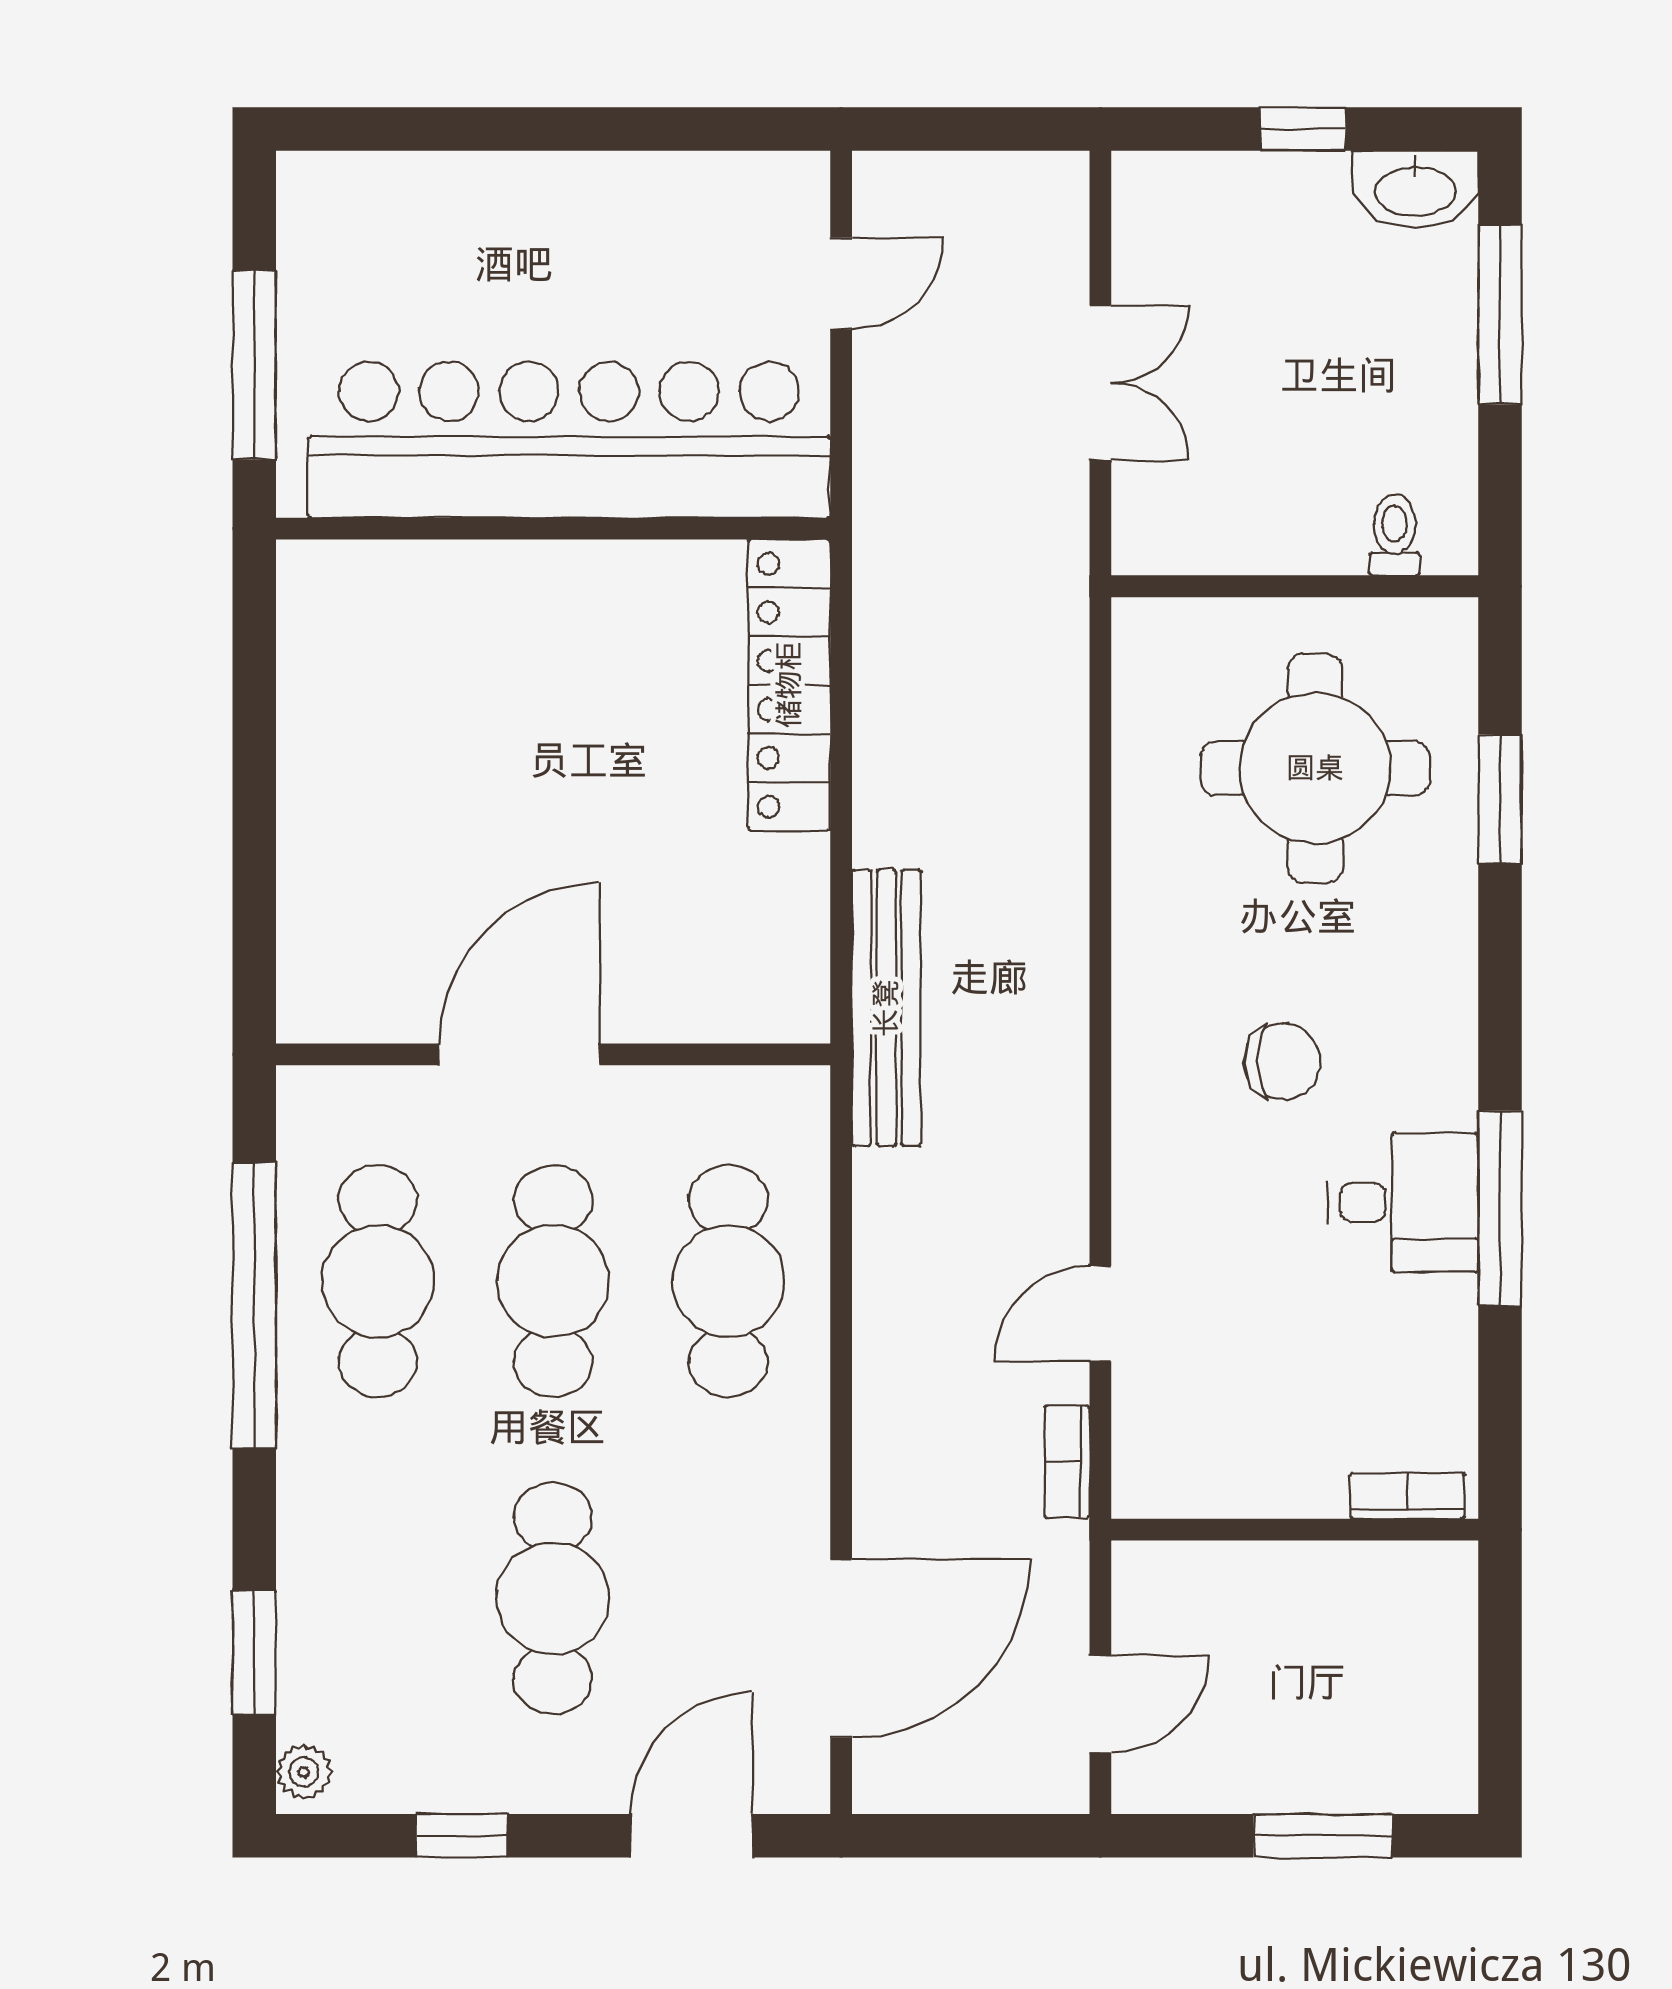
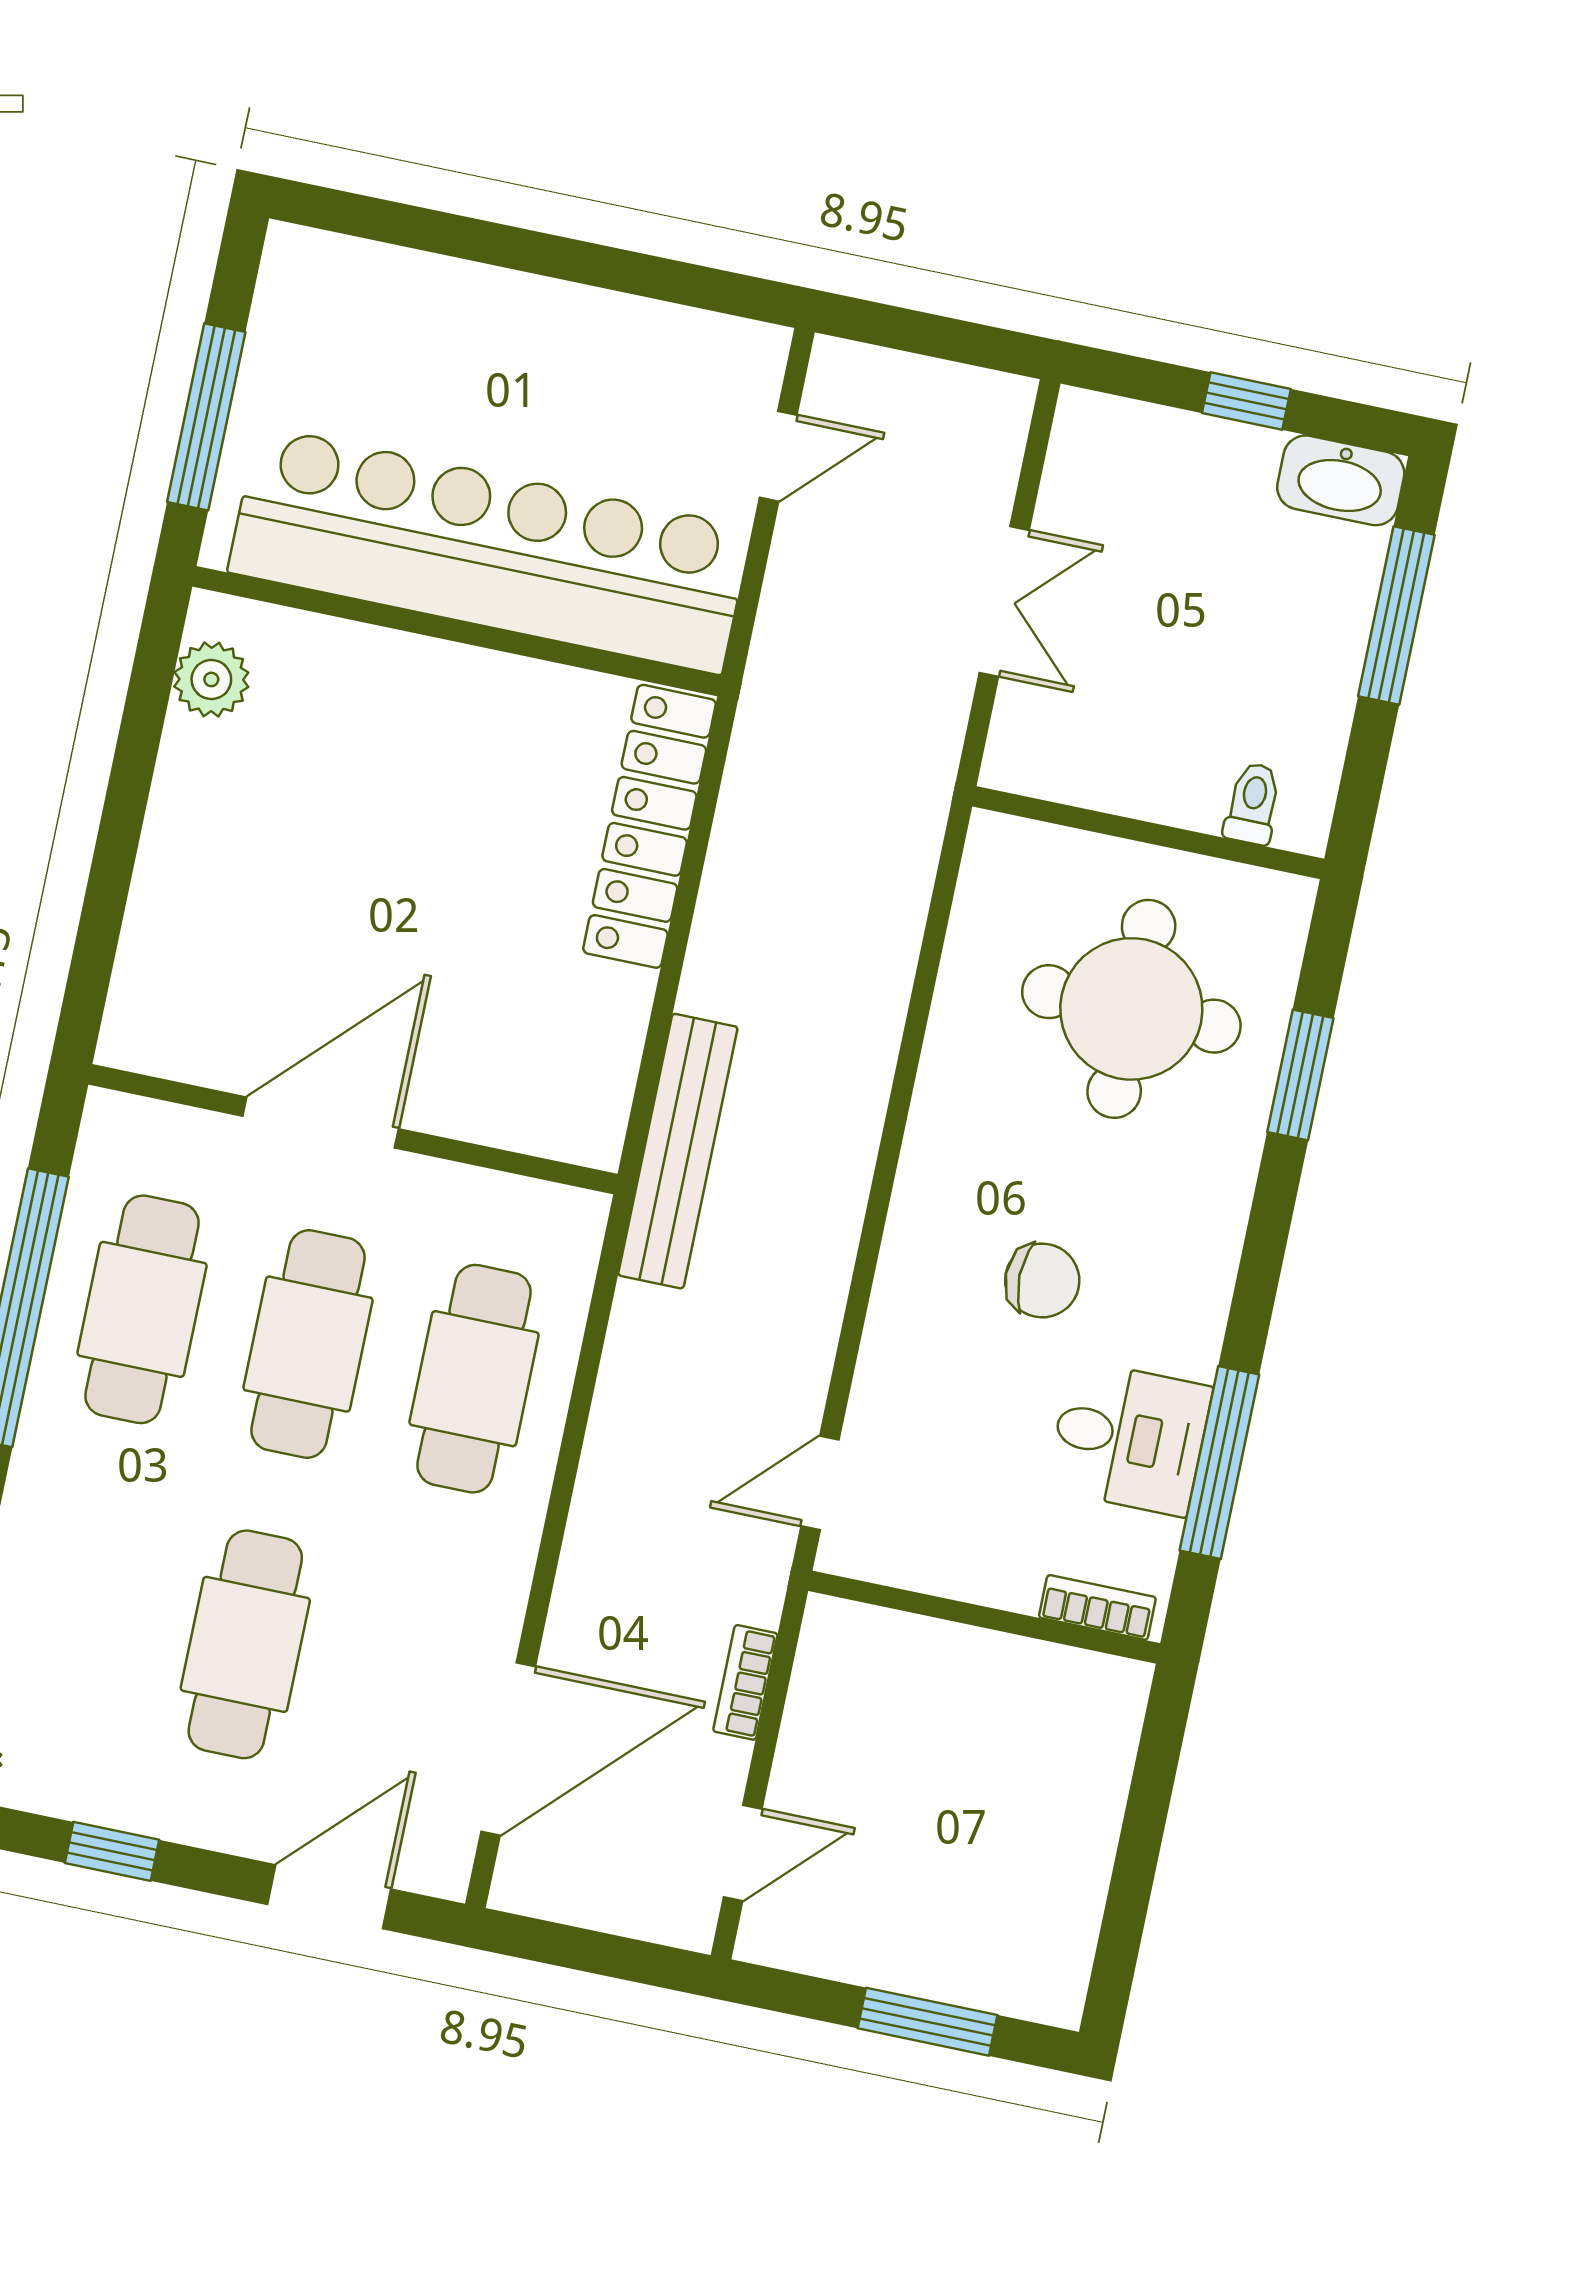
plant: (315, 629) -> (211, 679), added
bookcase: (1067, 1462) -> (745, 1682), moved
bookcase: (1407, 1496) -> (1097, 1607), moved
wall: (1295, 1530) -> (984, 1617), moved

